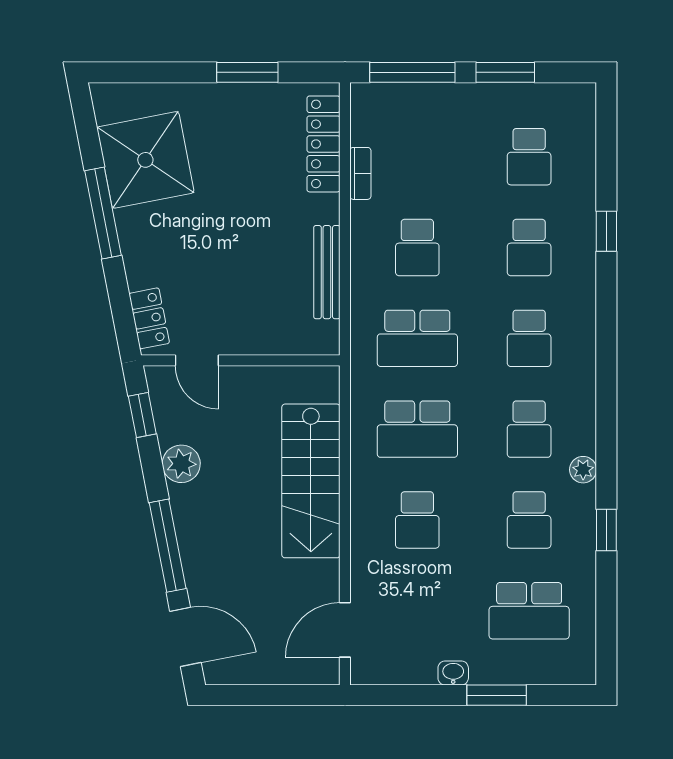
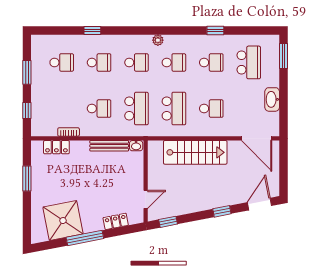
window: (412, 72) -> (27, 111), width x0.46
locker: (324, 144) -> (56, 147), width x0.66
locker: (149, 318) -> (116, 221), moved
washbasin: (327, 337) -> (136, 146), added
plant: (181, 464) -> (188, 206), removed
plant: (583, 470) -> (158, 40), moved
window: (168, 546) -> (222, 211), width x0.46
door: (345, 630) -> (257, 138), width x1.36
washbasin: (453, 673) -> (272, 99), width x1.91, depth x1.45
window: (497, 695) -> (284, 56), moved

